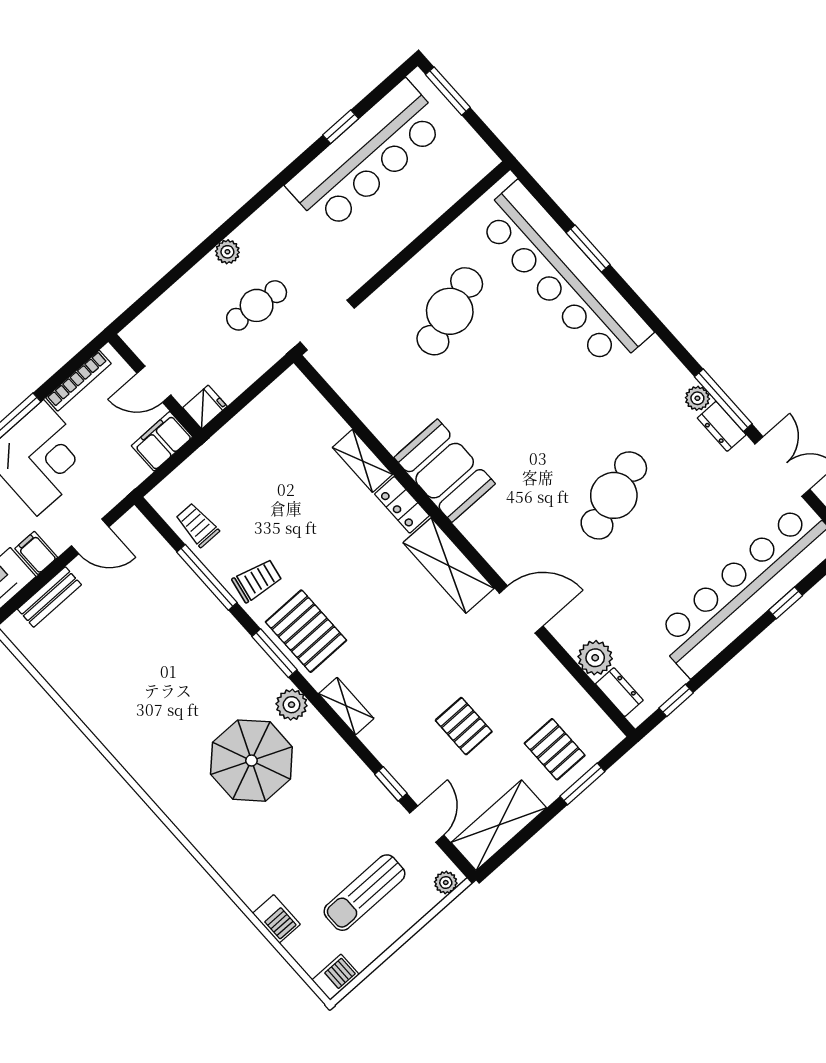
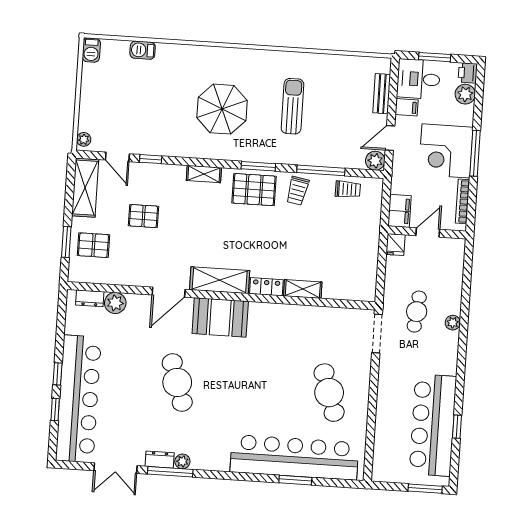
booth: (445, 471) -> (220, 317), moved
window: (676, 700) -> (57, 374), moved
plant: (292, 705) -> (375, 161), moved
sun lounger: (364, 893) -> (292, 106), moved

